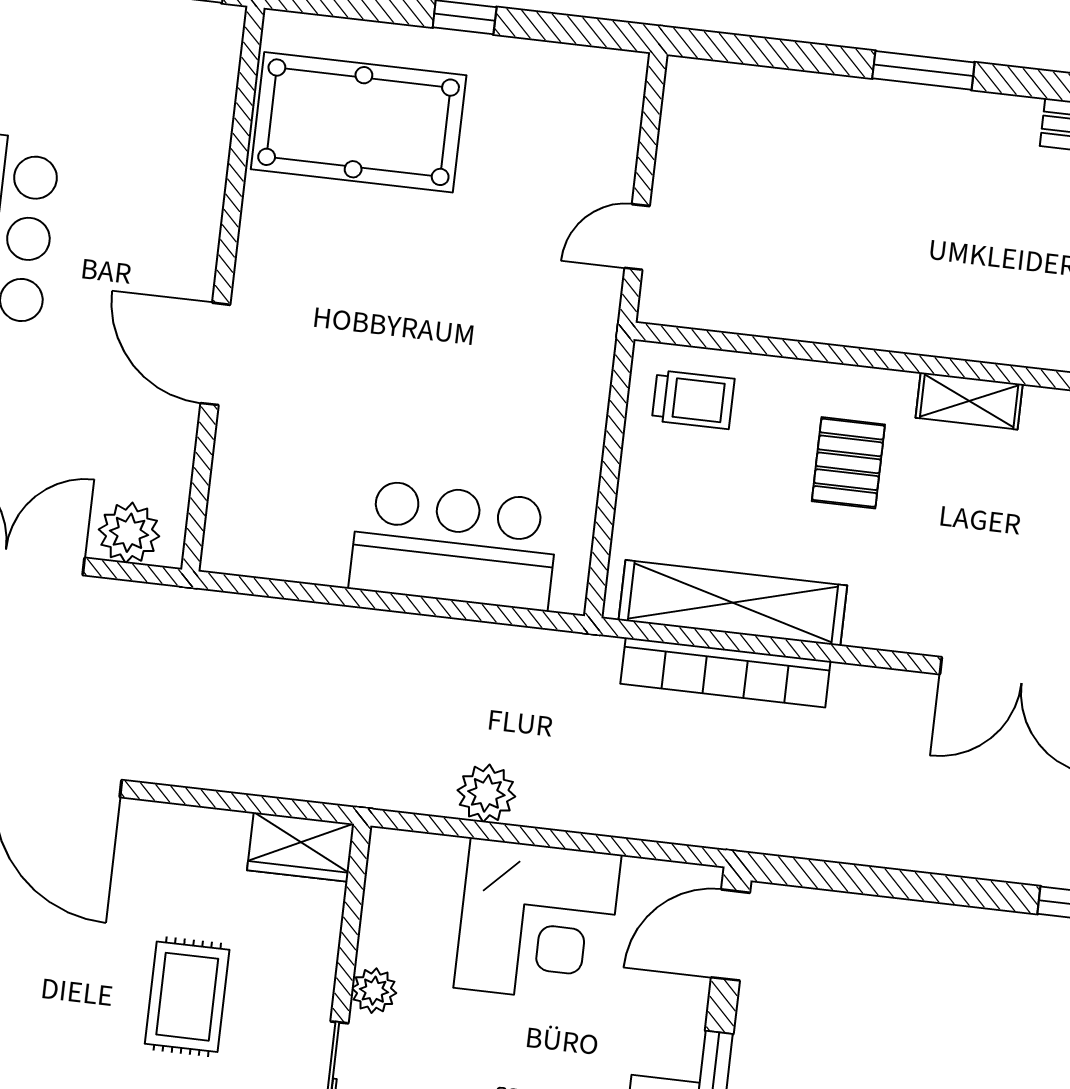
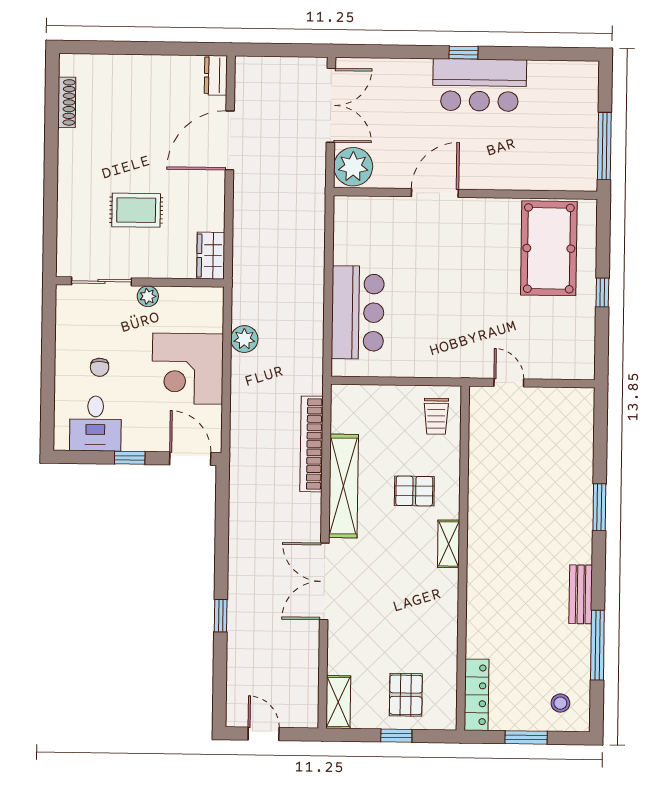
plant: (129, 533) -> (353, 167), width x1.36, depth x1.36
shelving: (733, 603) -> (343, 486), moved

